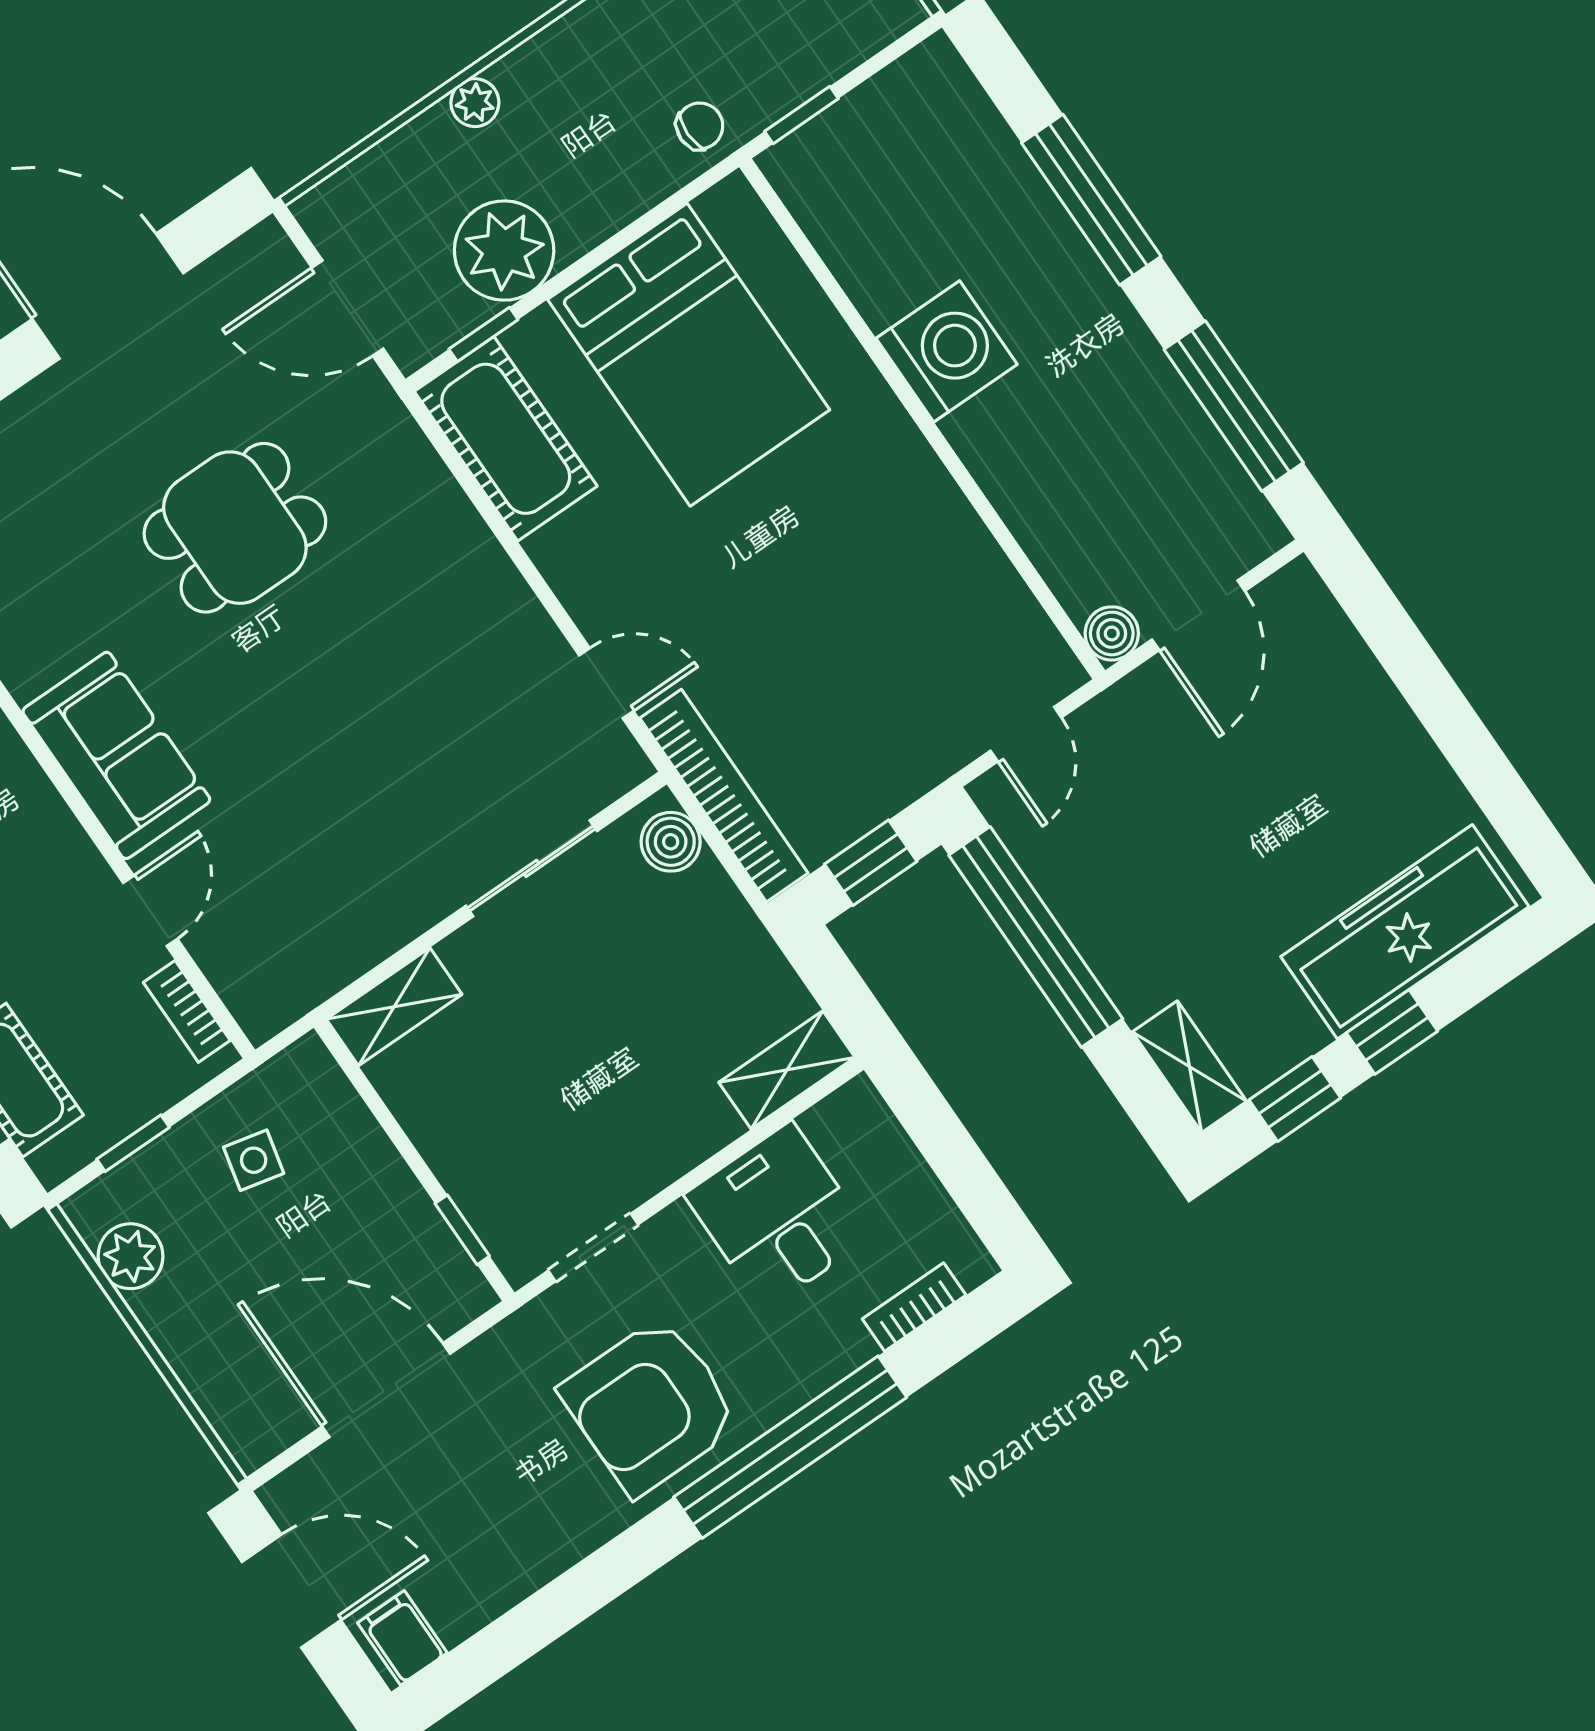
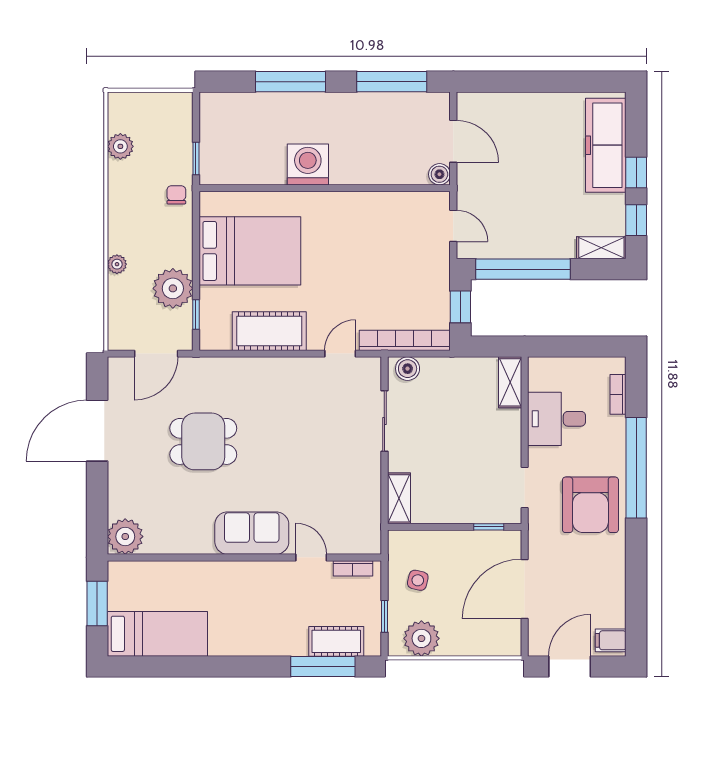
cot: (506, 439) -> (269, 331), moved
dining table: (235, 528) -> (203, 441), turned 90
plant: (130, 1256) -> (421, 638), width x1.36, depth x1.36

